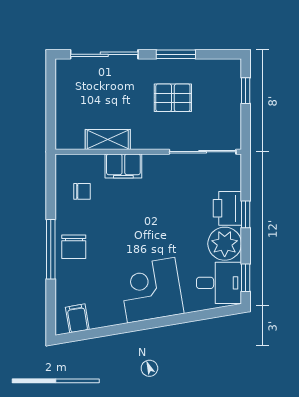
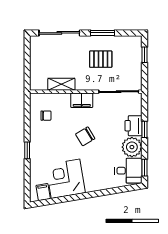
filing cabinet: (123, 166) -> (82, 100), moved
chair: (74, 247) -> (85, 136), moved, turned 59
window: (51, 249) -> (27, 150), width x0.46
corner desk: (151, 290) -> (65, 179), moved

